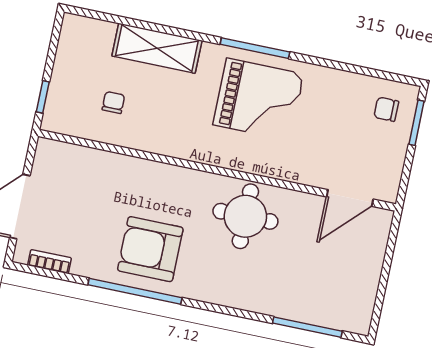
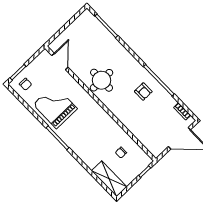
shelving: (157, 48) -> (109, 179), moved
grand piano: (258, 99) -> (55, 107), moved
door: (350, 198) -> (60, 61), hinge flipped
armchair: (150, 249) -> (143, 92), width x0.53, depth x0.53

